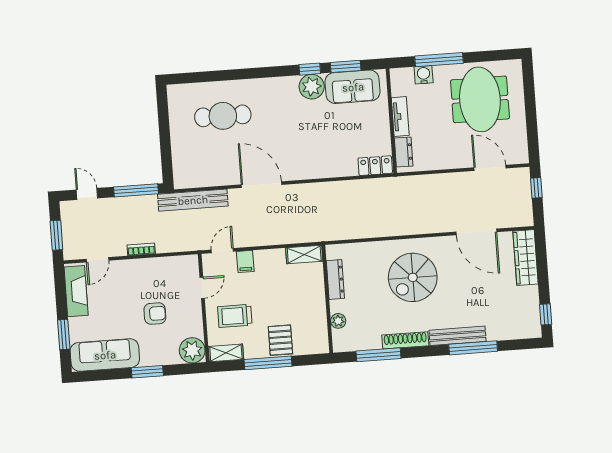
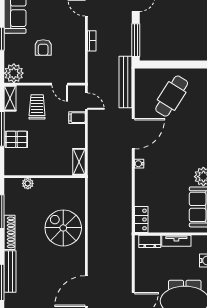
cafe table: (223, 116) -> (172, 96), moved, turned 32
water cooler: (301, 174) -> (139, 164), added
spiral stairs: (413, 277) -> (63, 228), moved
dresser: (335, 279) -> (59, 184), removed

